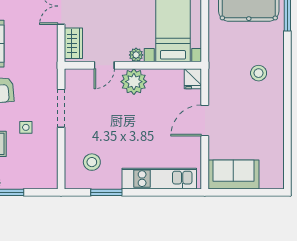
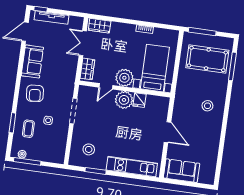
plant: (136, 55) -> (124, 78), width x1.87, depth x1.87
fridge: (193, 79) -> (139, 100), moved
door: (205, 120) -> (167, 132), swing flipped

